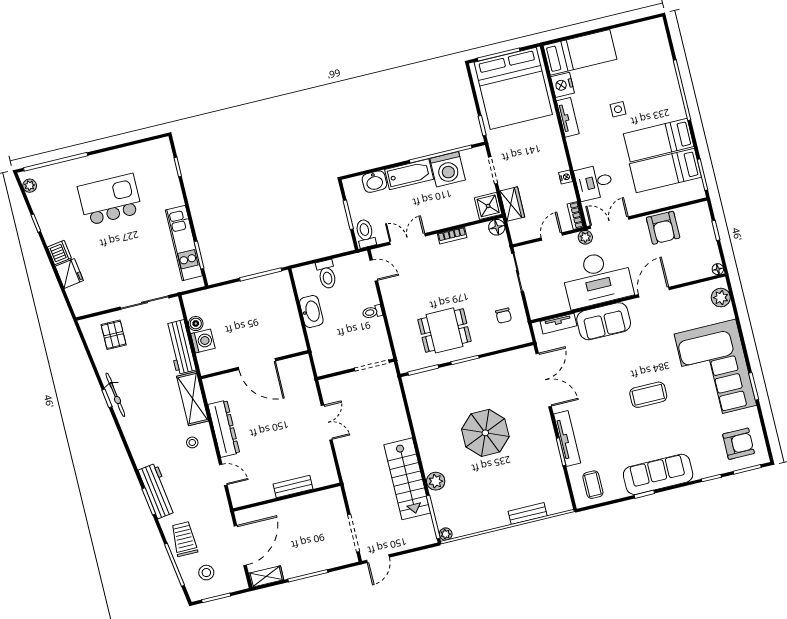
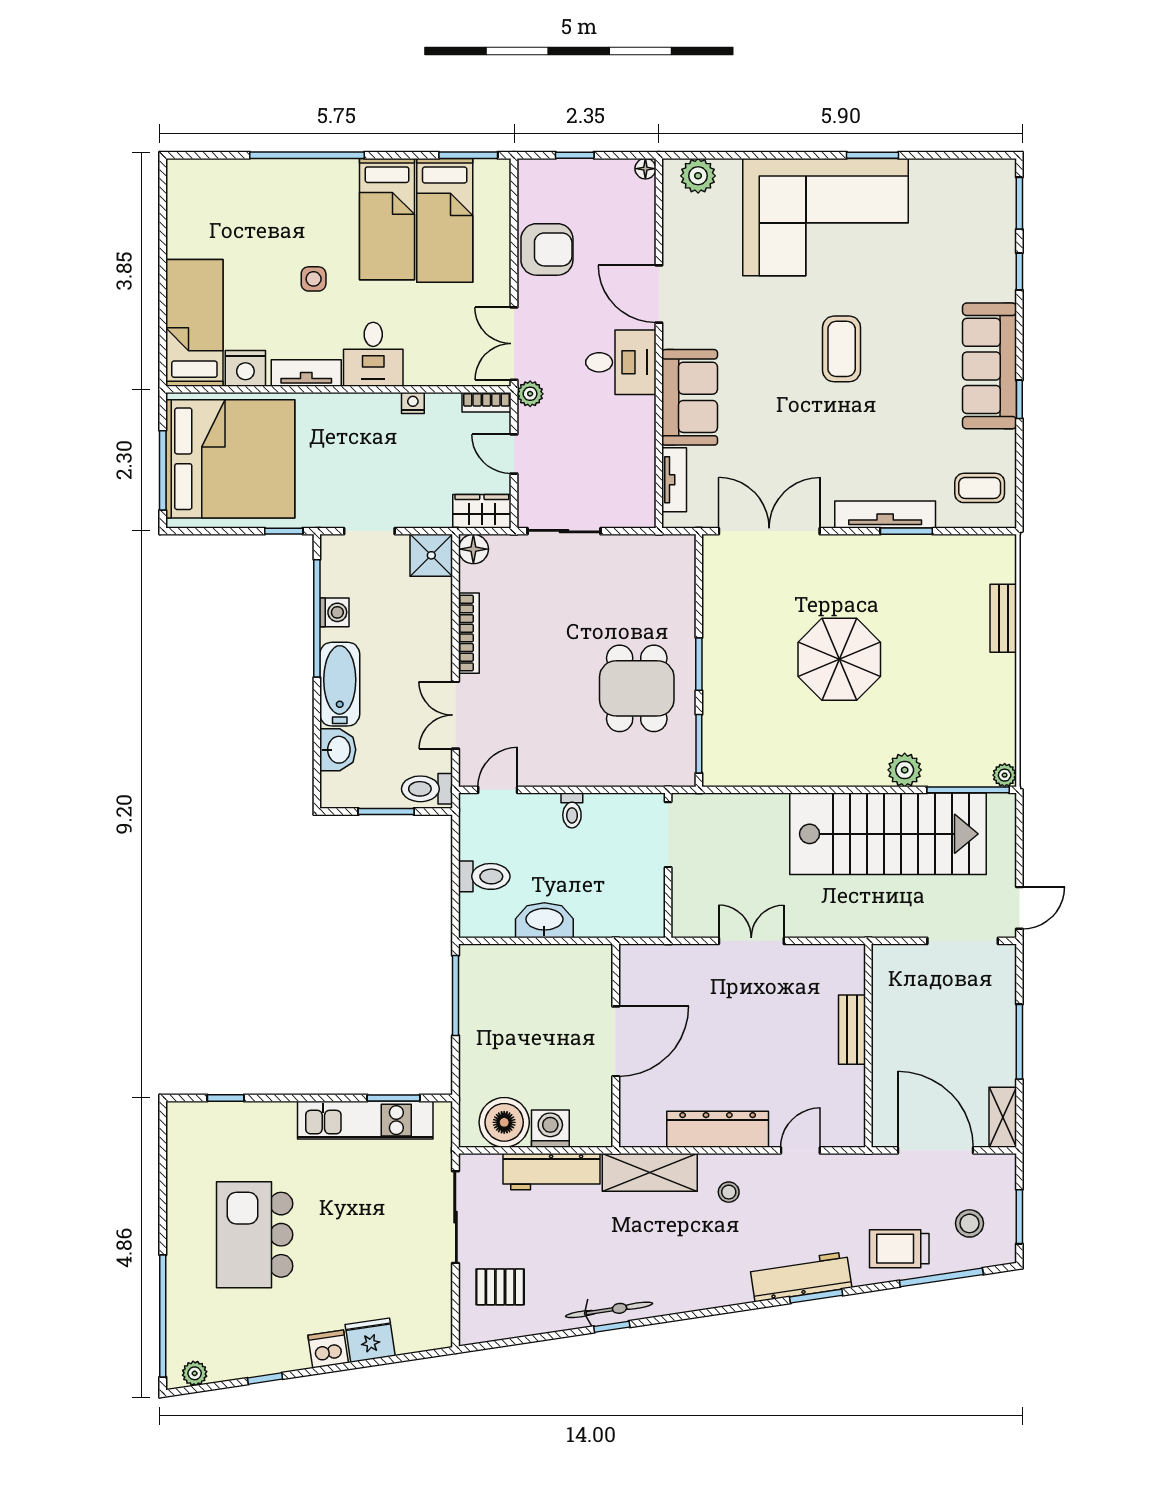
washing machine: (448, 169) -> (334, 612), width x0.53, depth x0.53
desk: (594, 182) -> (373, 354), moved
wardrobe: (512, 204) -> (482, 511), moved
bookcase: (452, 236) -> (469, 633), width x1.56
desk: (597, 279) -> (621, 362), width x0.53, depth x0.77
chair: (504, 316) -> (636, 575), removed
boiler: (196, 324) -> (504, 1122), width x1.86, depth x1.86
armchair: (739, 444) -> (969, 208), removed
stairs: (407, 479) -> (888, 834), width x1.36, depth x1.51
door: (378, 559) -> (1019, 908), hinge flipped

